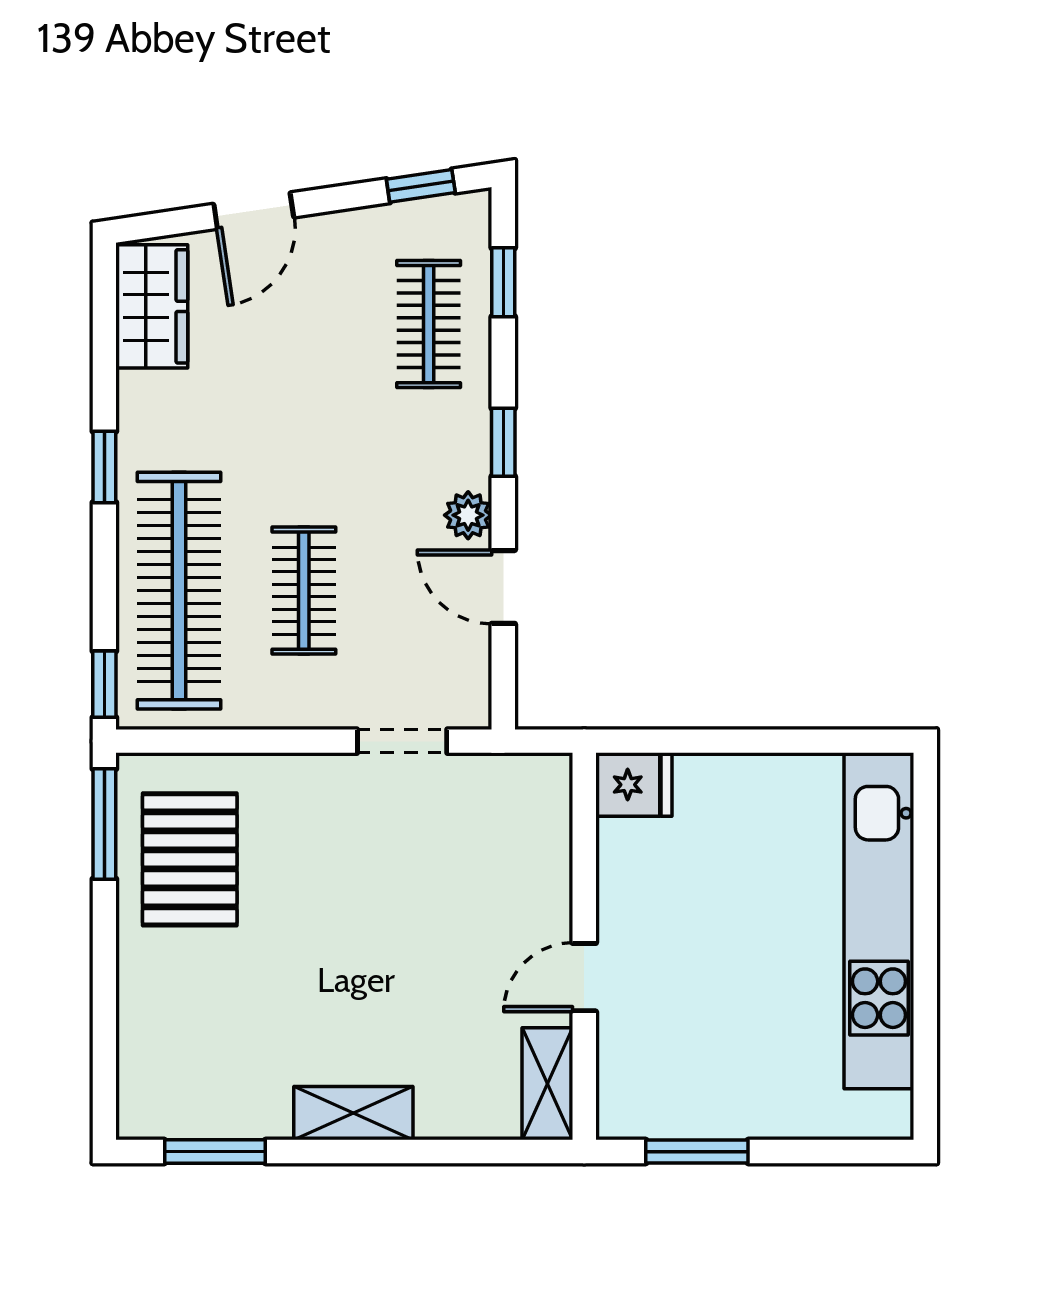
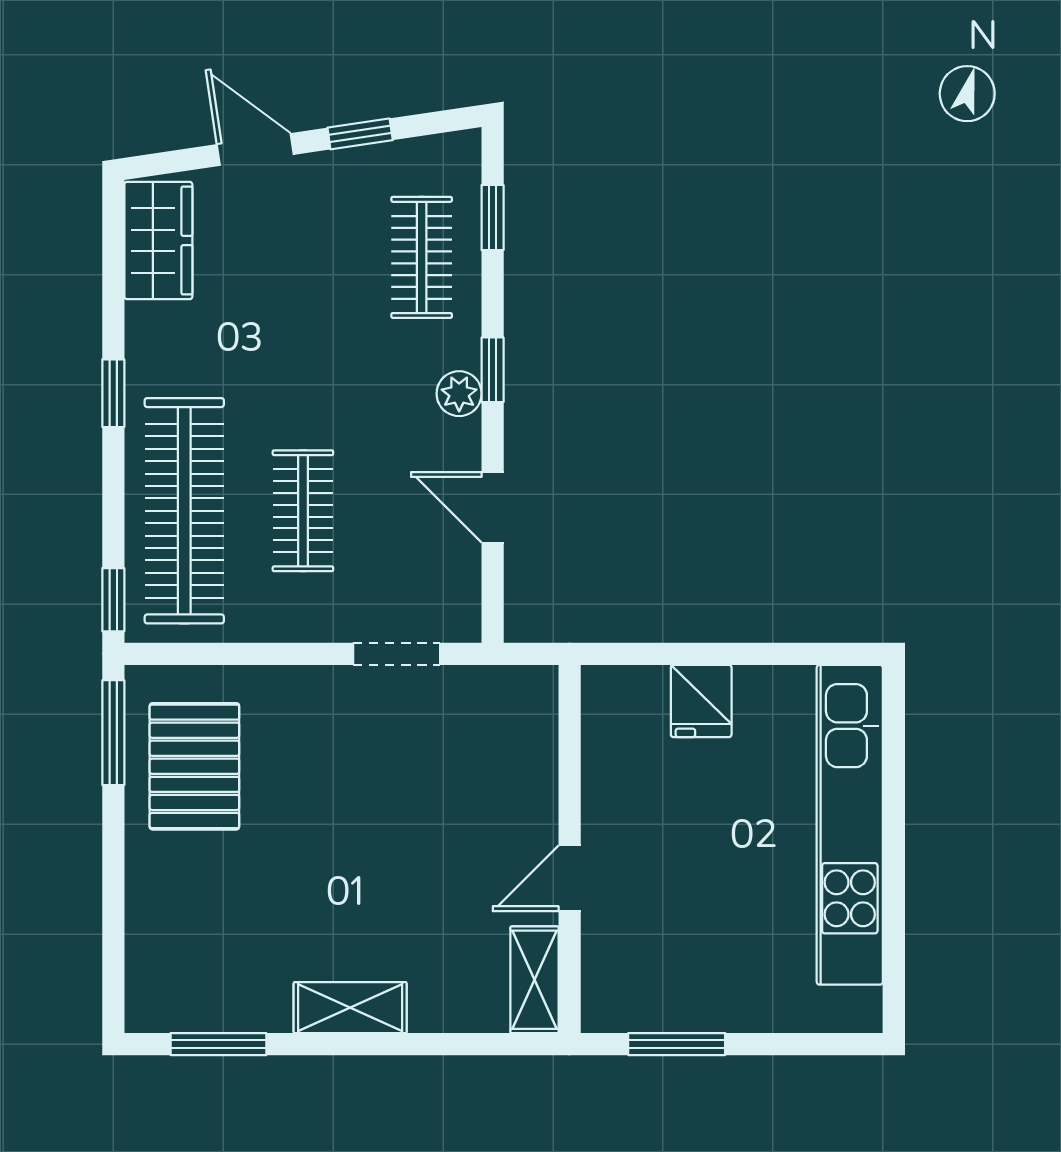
window: (421, 186) -> (360, 134), moved
door: (254, 211) -> (255, 150), swing flipped
plant: (468, 515) -> (459, 394), moved
fridge: (634, 785) -> (701, 701), moved, turned 90

